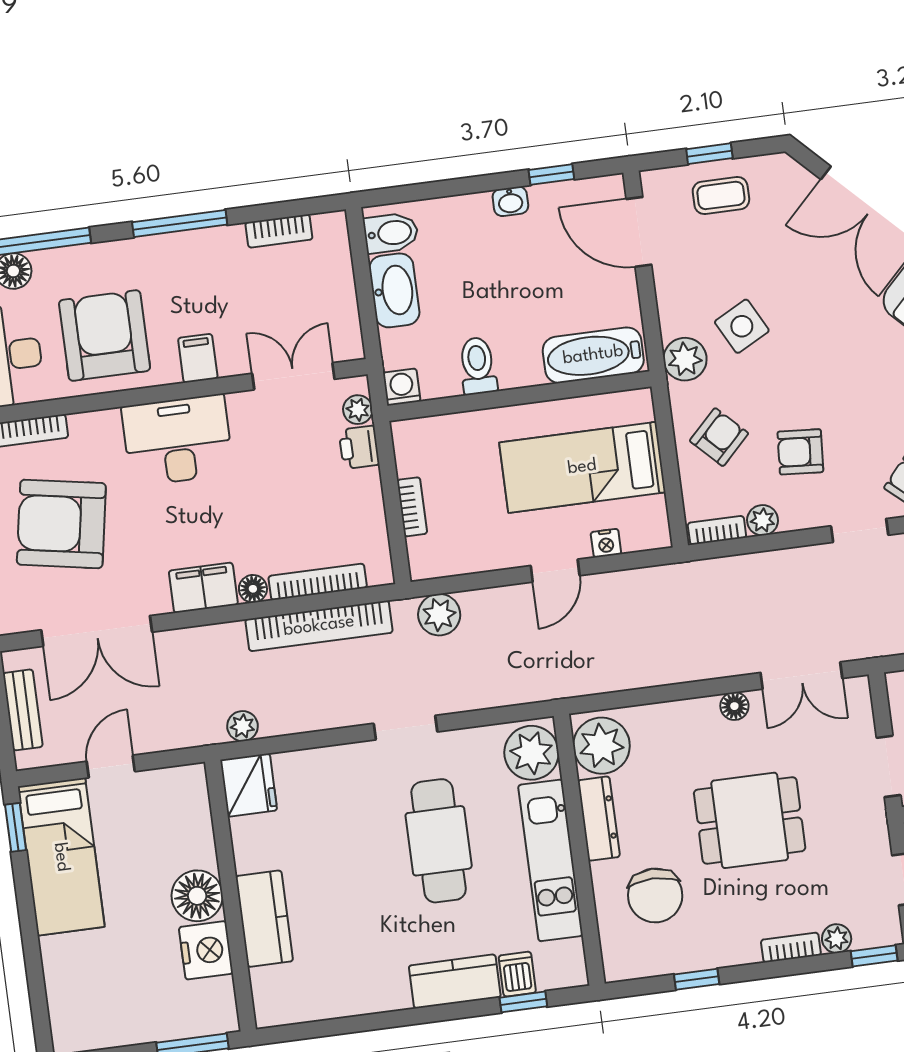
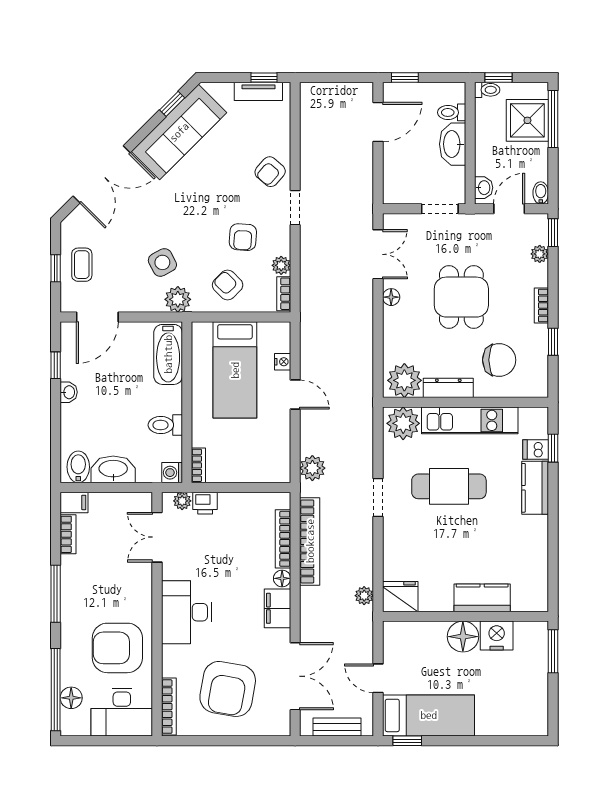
filing cabinet: (198, 358) -> (74, 502), moved, turned 180
bookcase: (412, 507) -> (198, 465), moved, turned 90
bookcase: (791, 947) -> (541, 305), moved

